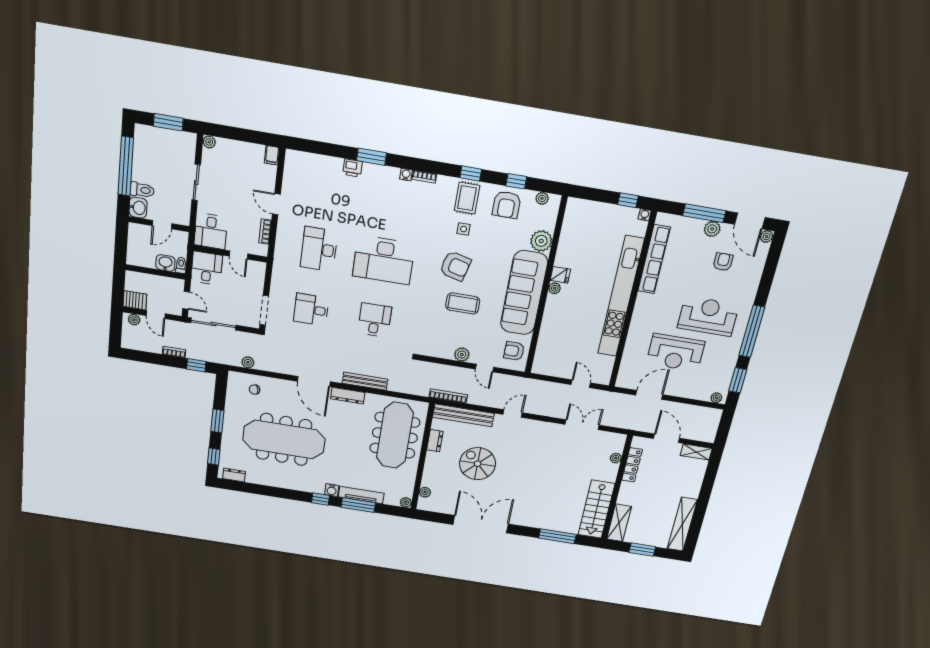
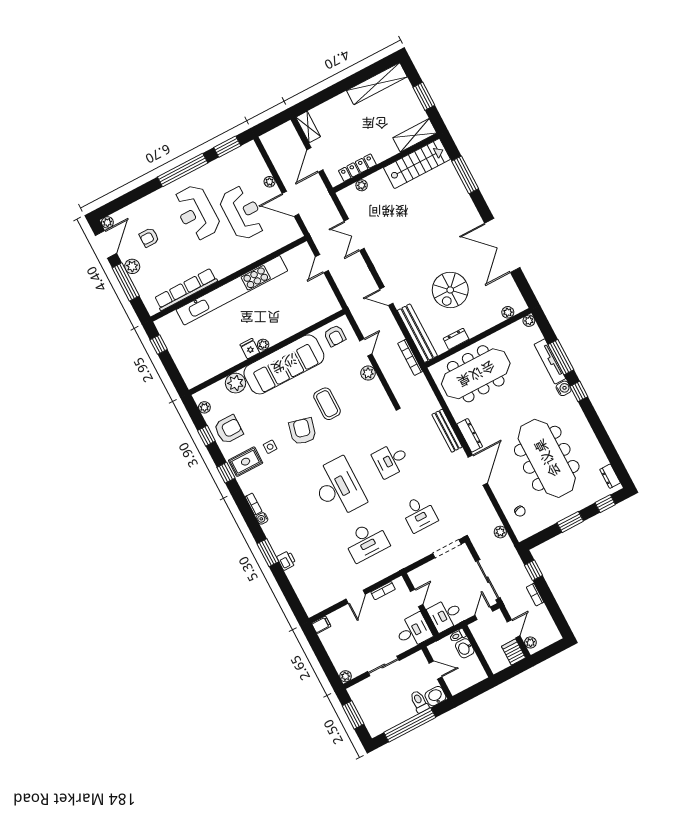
water cooler: (645, 215) -> (160, 324), removed
plant: (716, 398) -> (270, 182), moved

